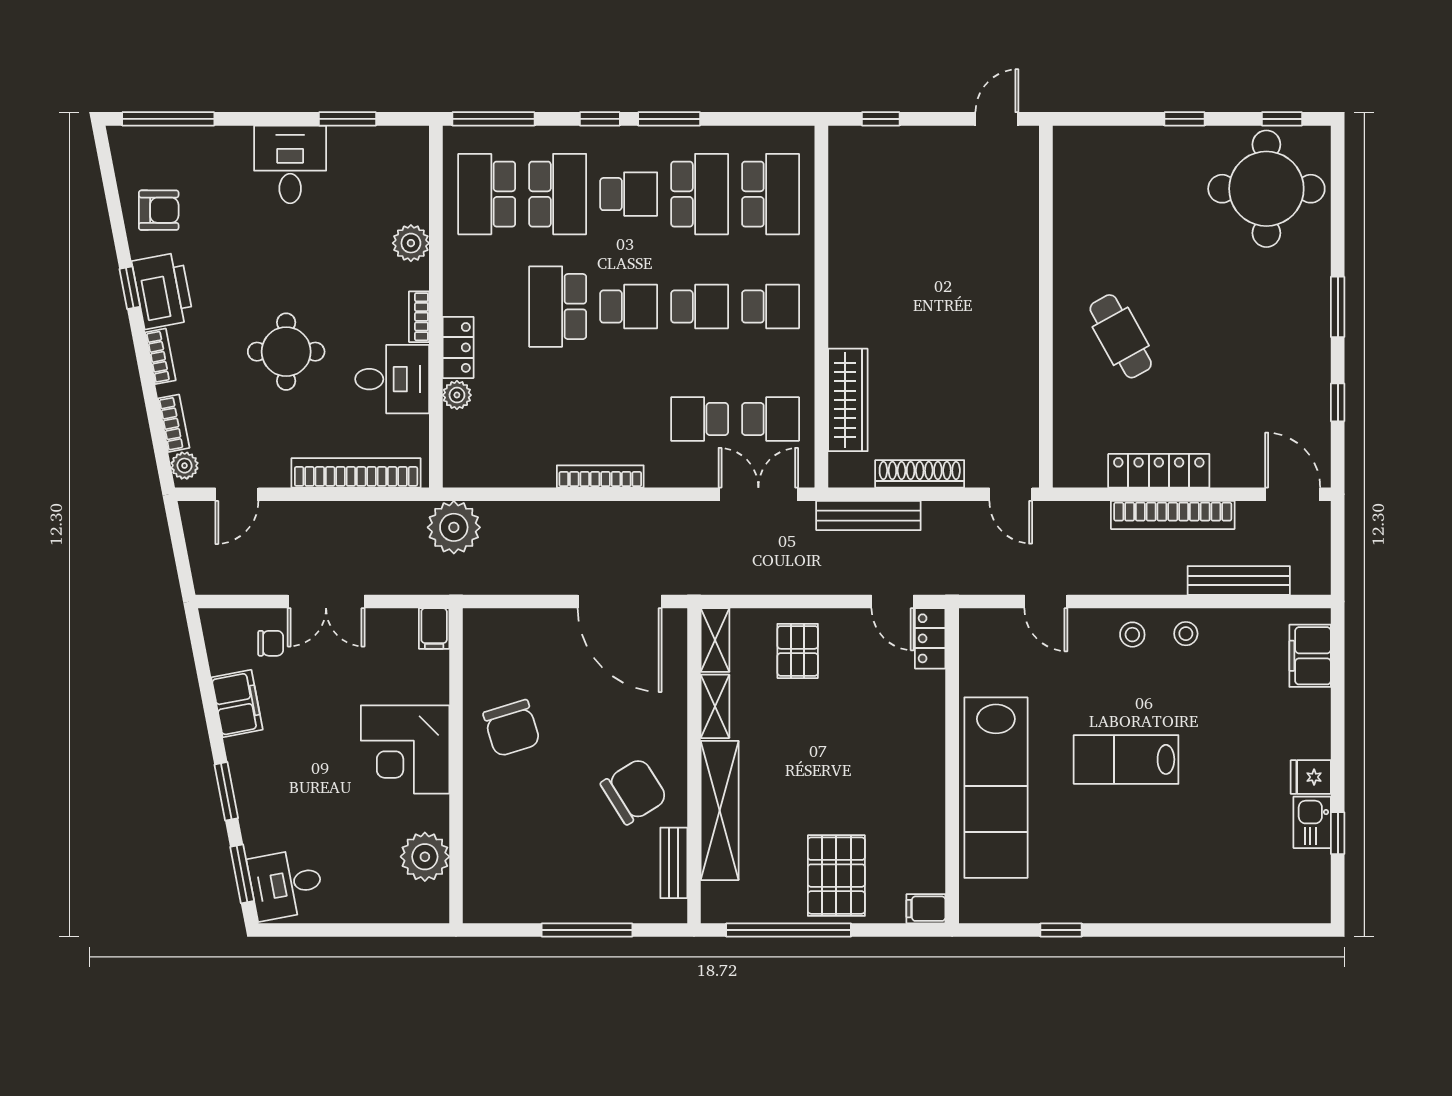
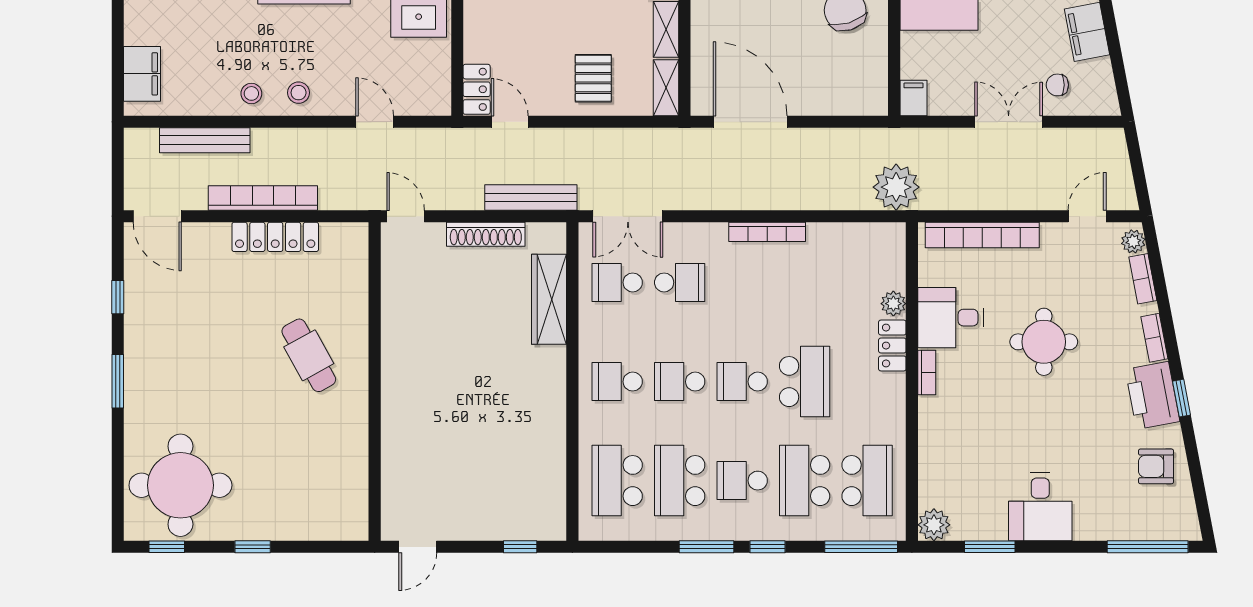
plant: (411, 243) -> (934, 525), moved

